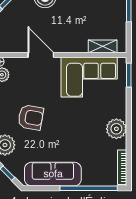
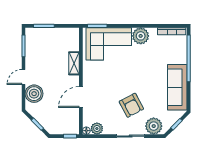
shelving: (103, 46) -> (74, 63), moved
corner sofa: (89, 77) -> (109, 44), moved, turned 90
armchair: (31, 117) -> (131, 105), turned 142

